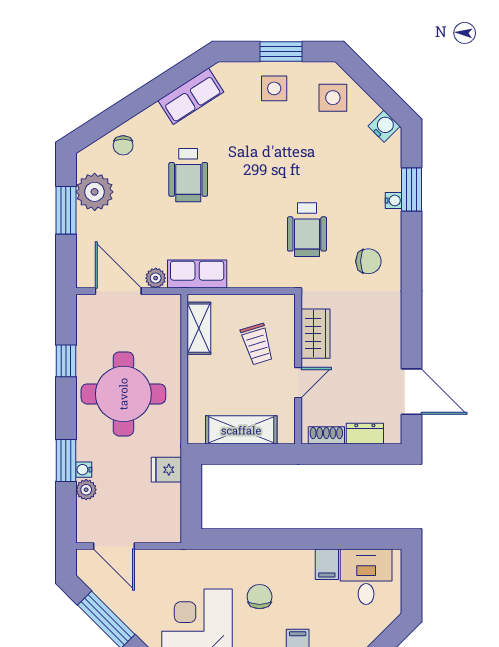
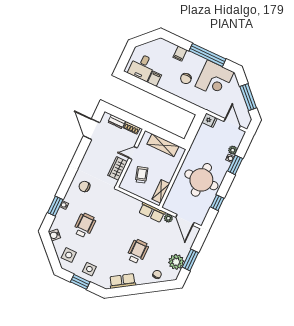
wheelchair: (307, 230) -> (85, 225), moved
fridge: (166, 470) -> (209, 120), moved

